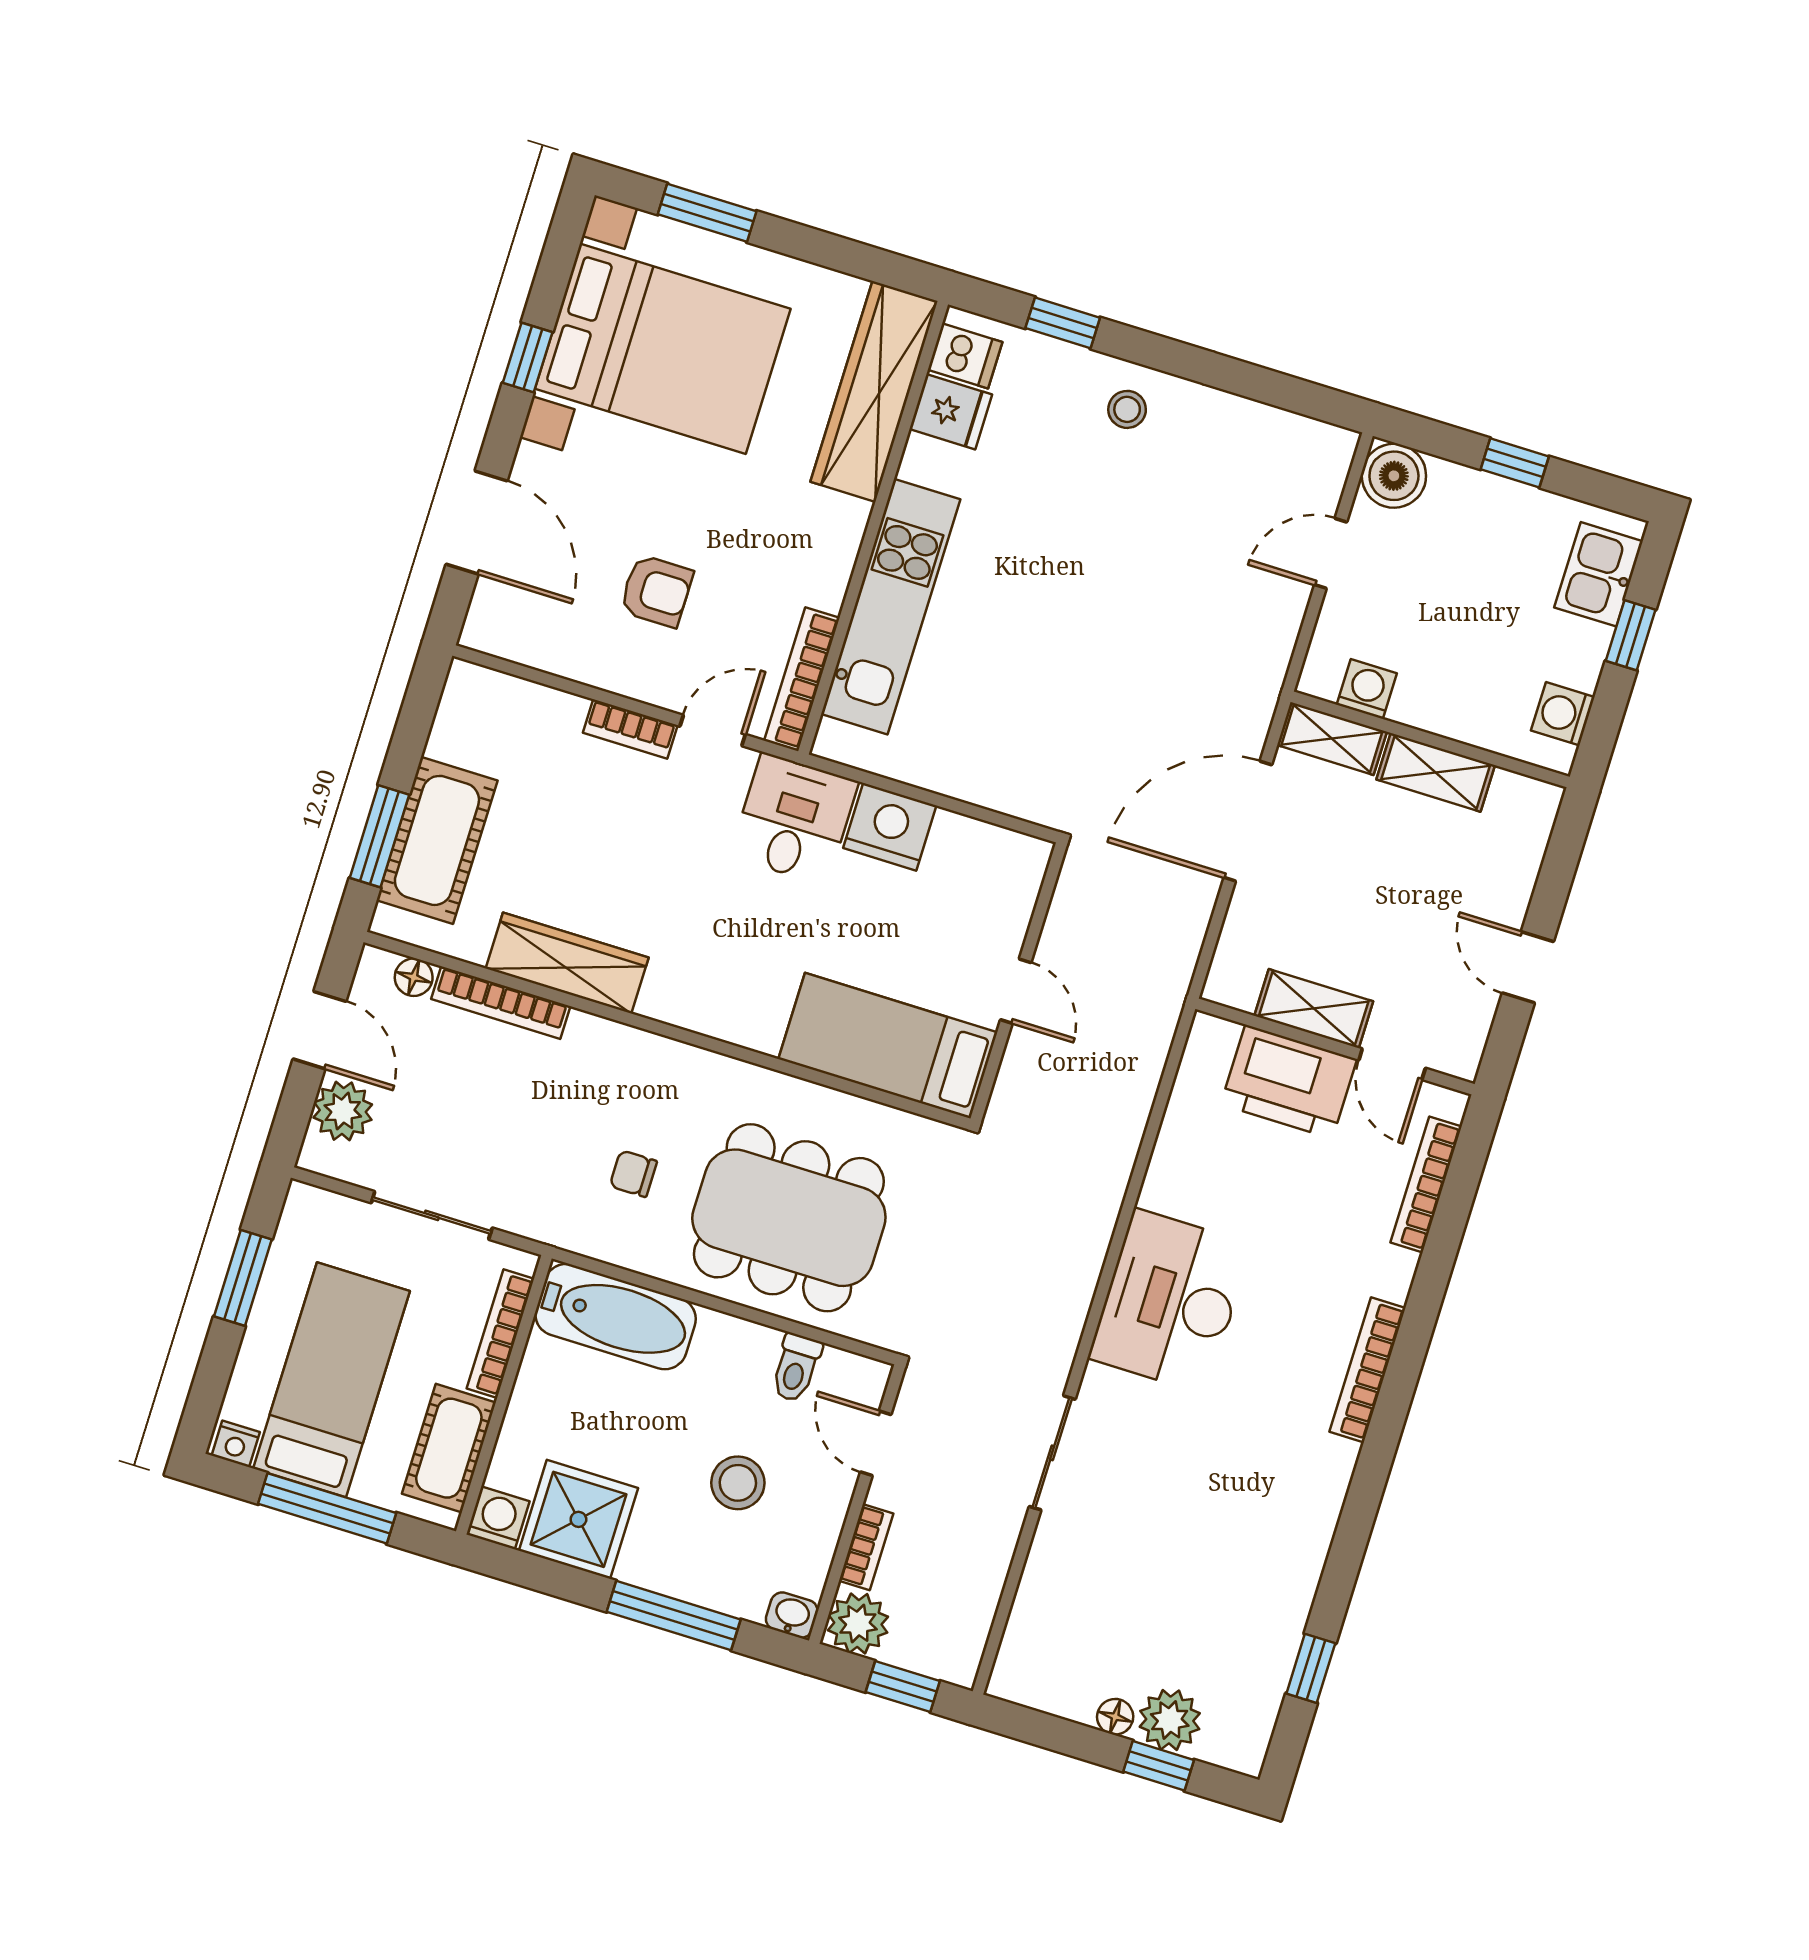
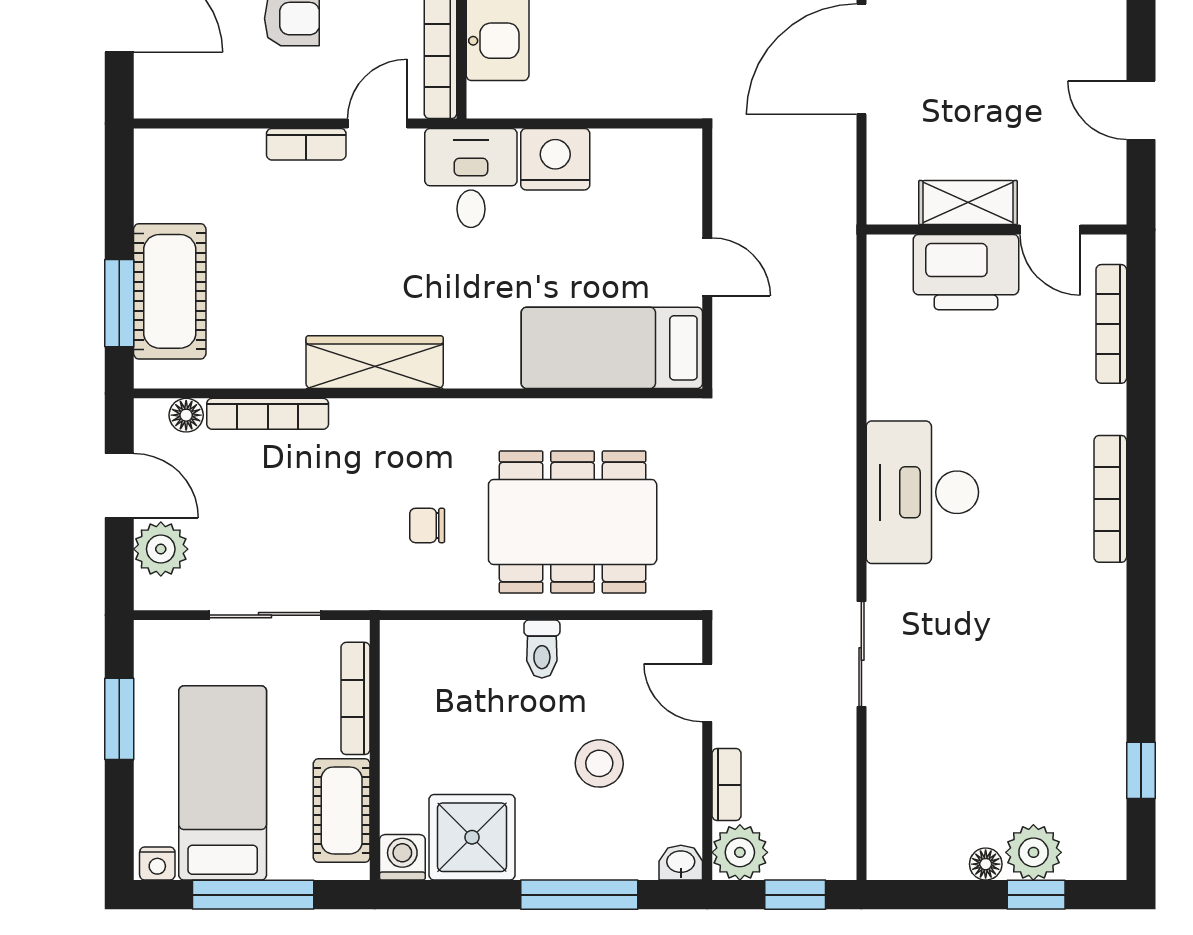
wardrobe: (567, 963) -> (375, 362), moved
bathtub: (616, 1317) -> (450, 653), removed
toilet: (796, 1368) -> (542, 649), moved

